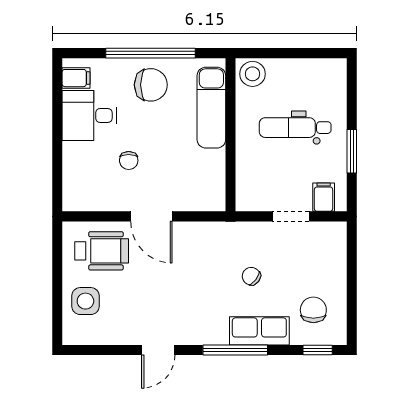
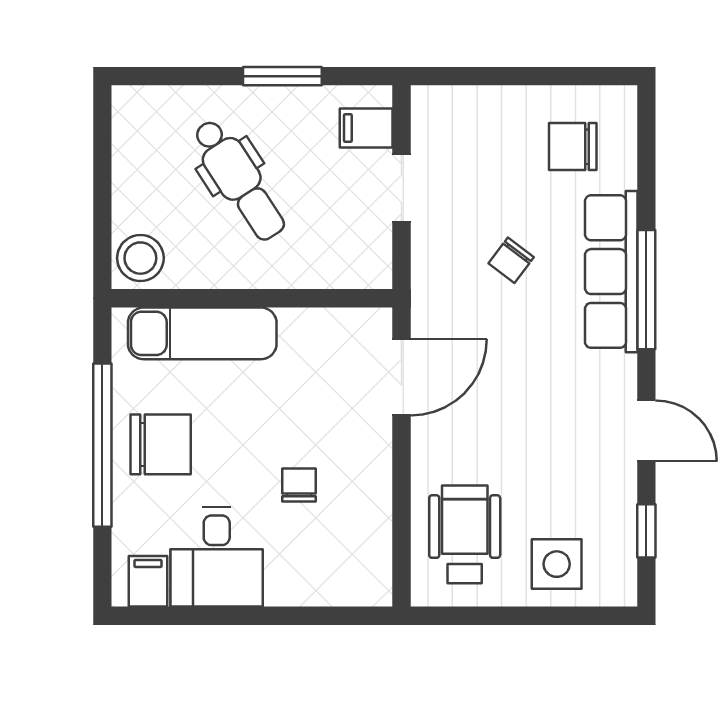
chair: (151, 85) -> (161, 444), turned 90
dental chair: (295, 128) -> (239, 180), turned -33
chair: (129, 160) -> (299, 485), turned -90
door: (151, 216) -> (402, 377), moved
row of seats: (259, 331) -> (611, 272), width x1.48
window: (318, 350) -> (646, 531), moved

